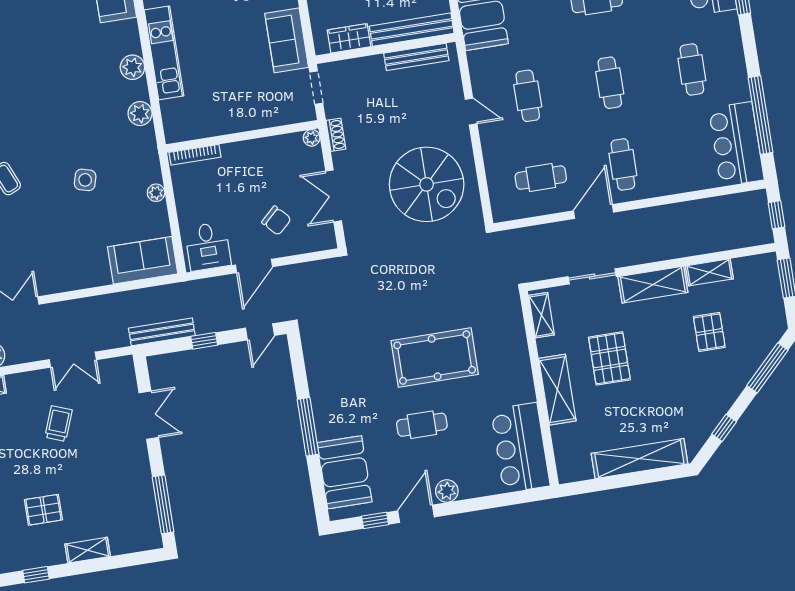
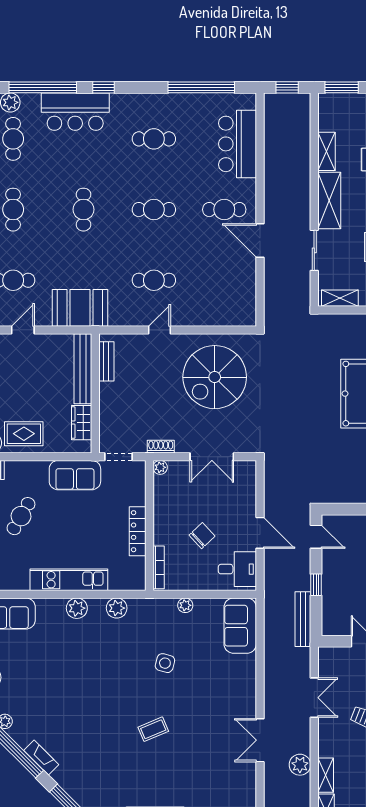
bench: (416, 57) -> (106, 361), width x0.73
locker: (233, 124) -> (138, 531), added
bar counter: (736, 144) -> (237, 144), moved, turned 90
cafe table: (541, 178) -> (224, 280), removed
spiral stairs: (427, 184) -> (215, 377), turned 180
chair: (276, 221) -> (202, 536), moved

